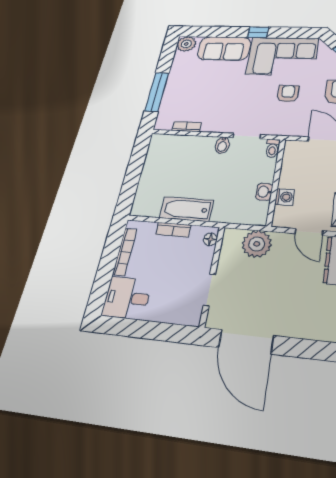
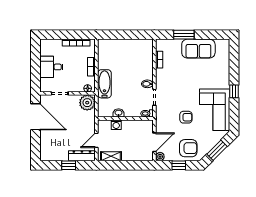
plant: (186, 44) -> (223, 45), removed
sofa: (224, 48) -> (198, 49), moved, turned -90
window: (157, 92) -> (184, 35), width x0.69
bathtub: (186, 209) -> (104, 84), moved
plant: (257, 244) -> (87, 103), moved
desk: (127, 298) -> (51, 67), moved, turned -90
door: (246, 342) -> (35, 117), swing flipped

